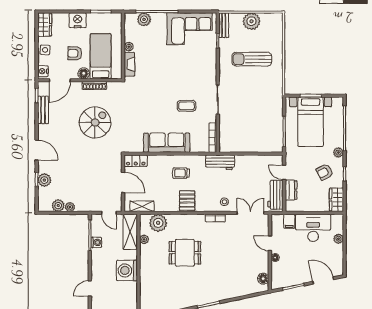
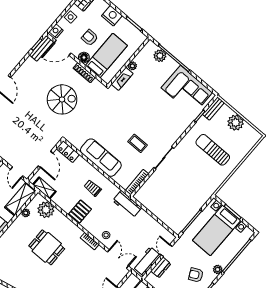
bench: (43, 110) -> (41, 48), moved

